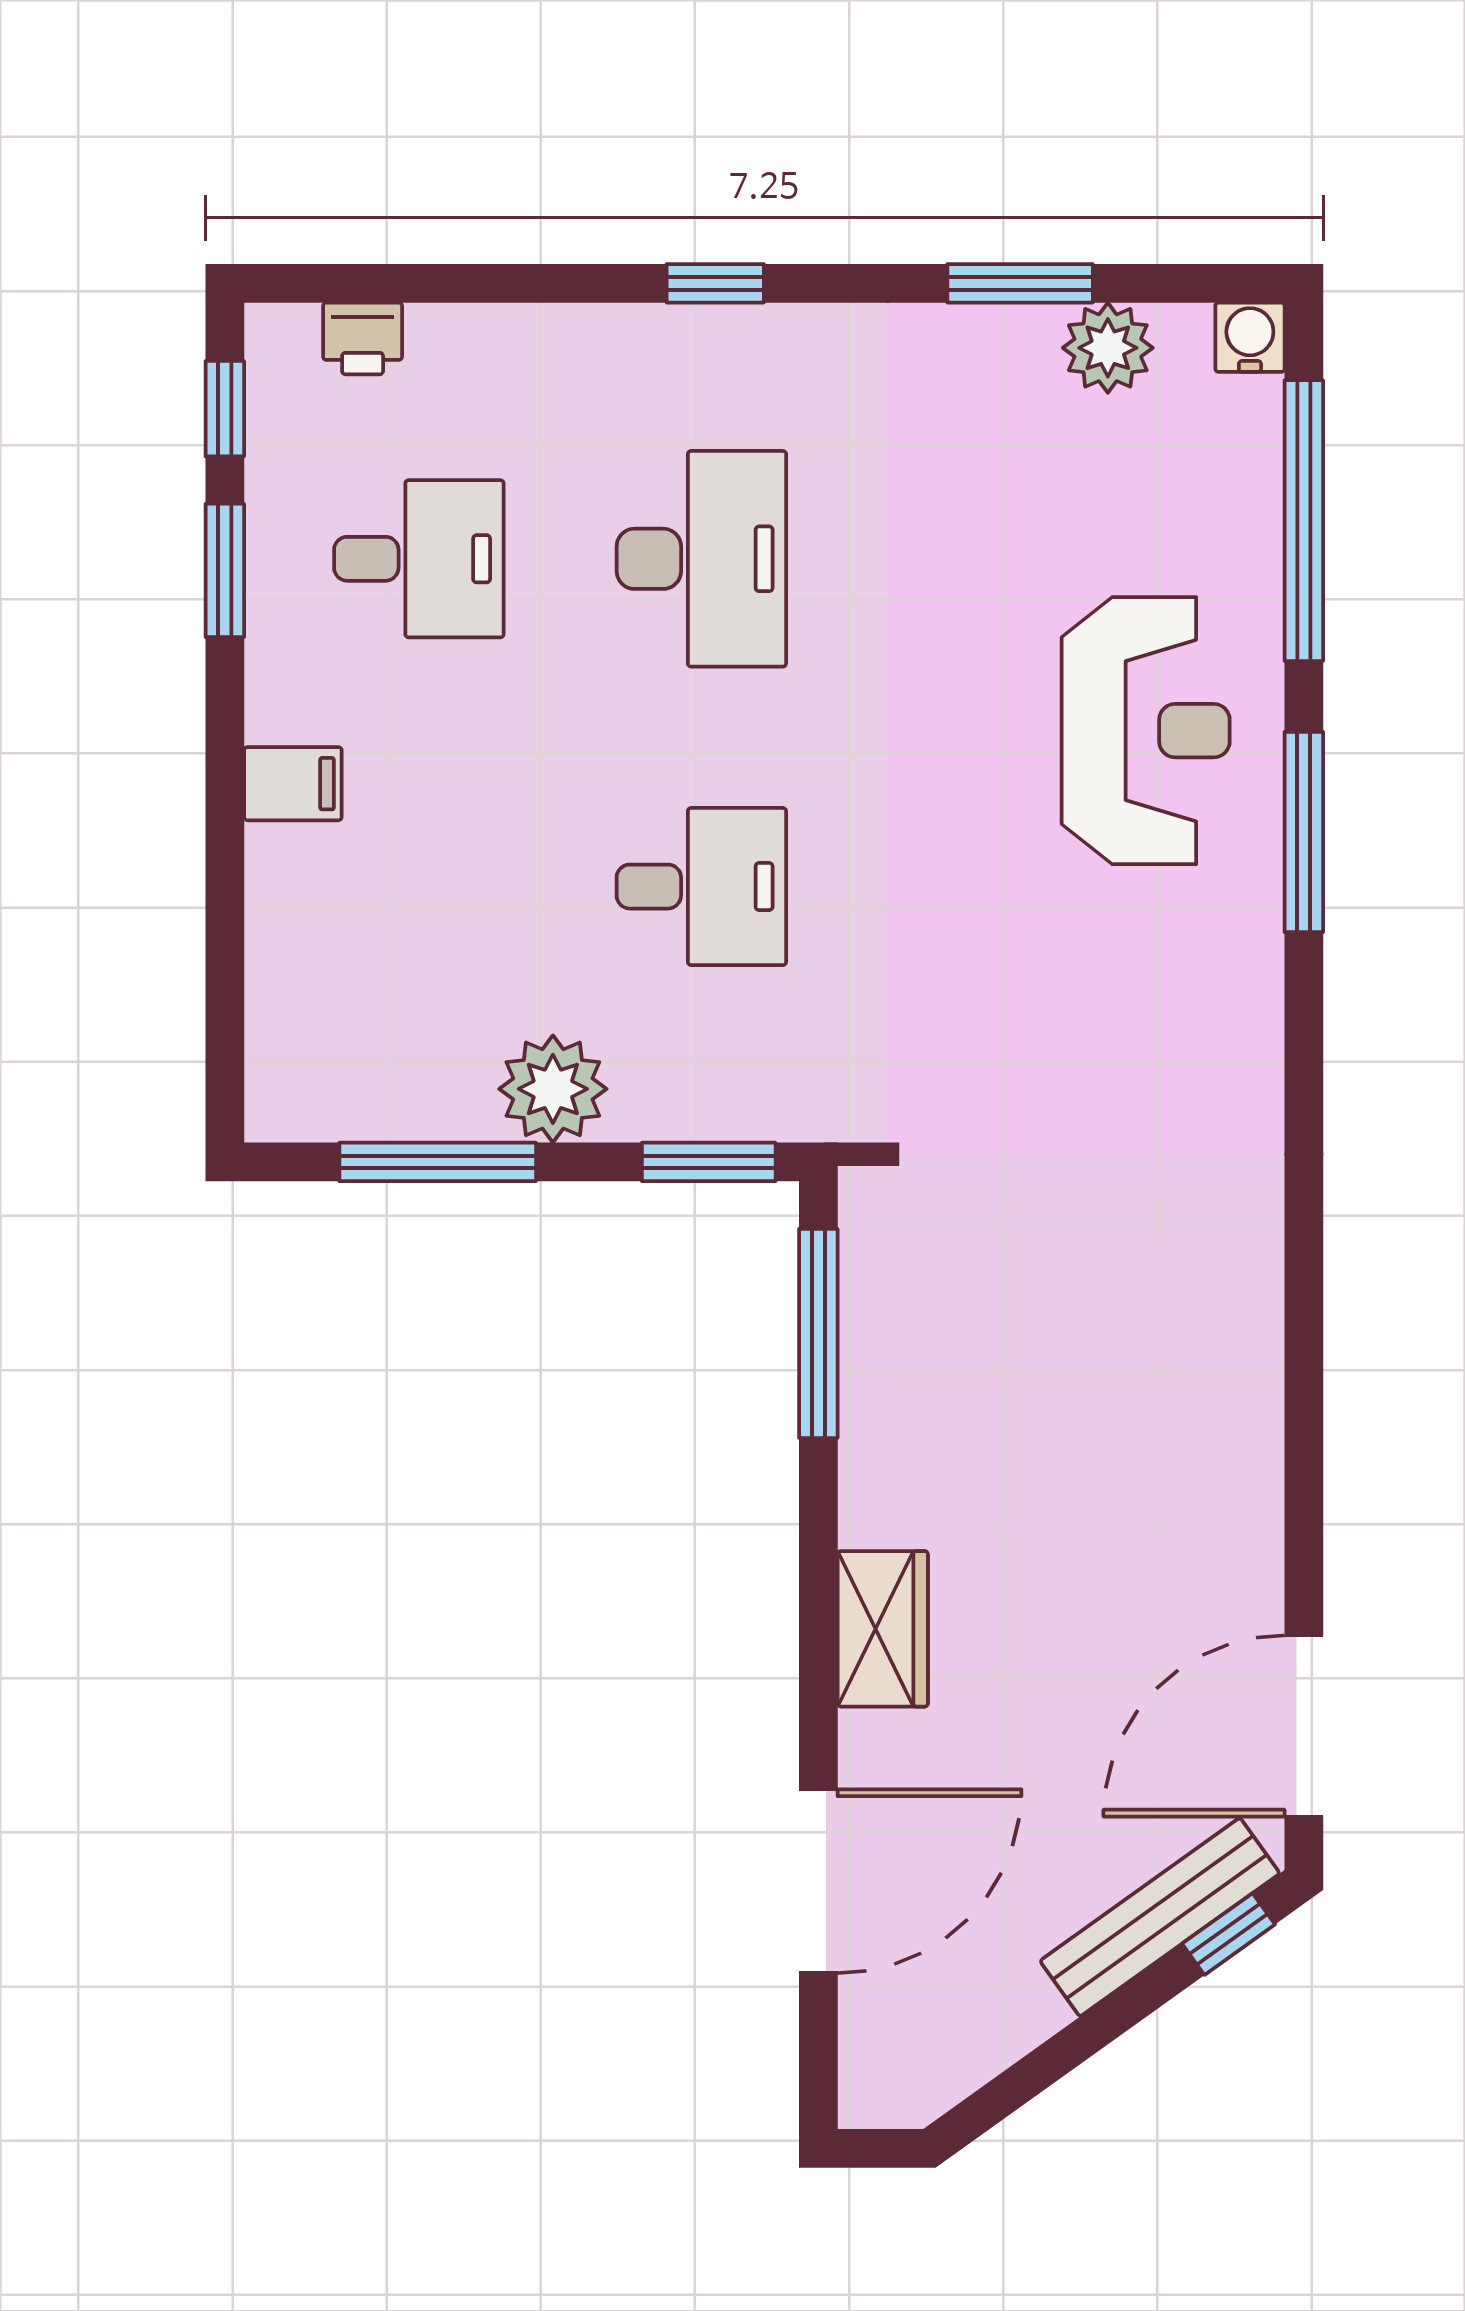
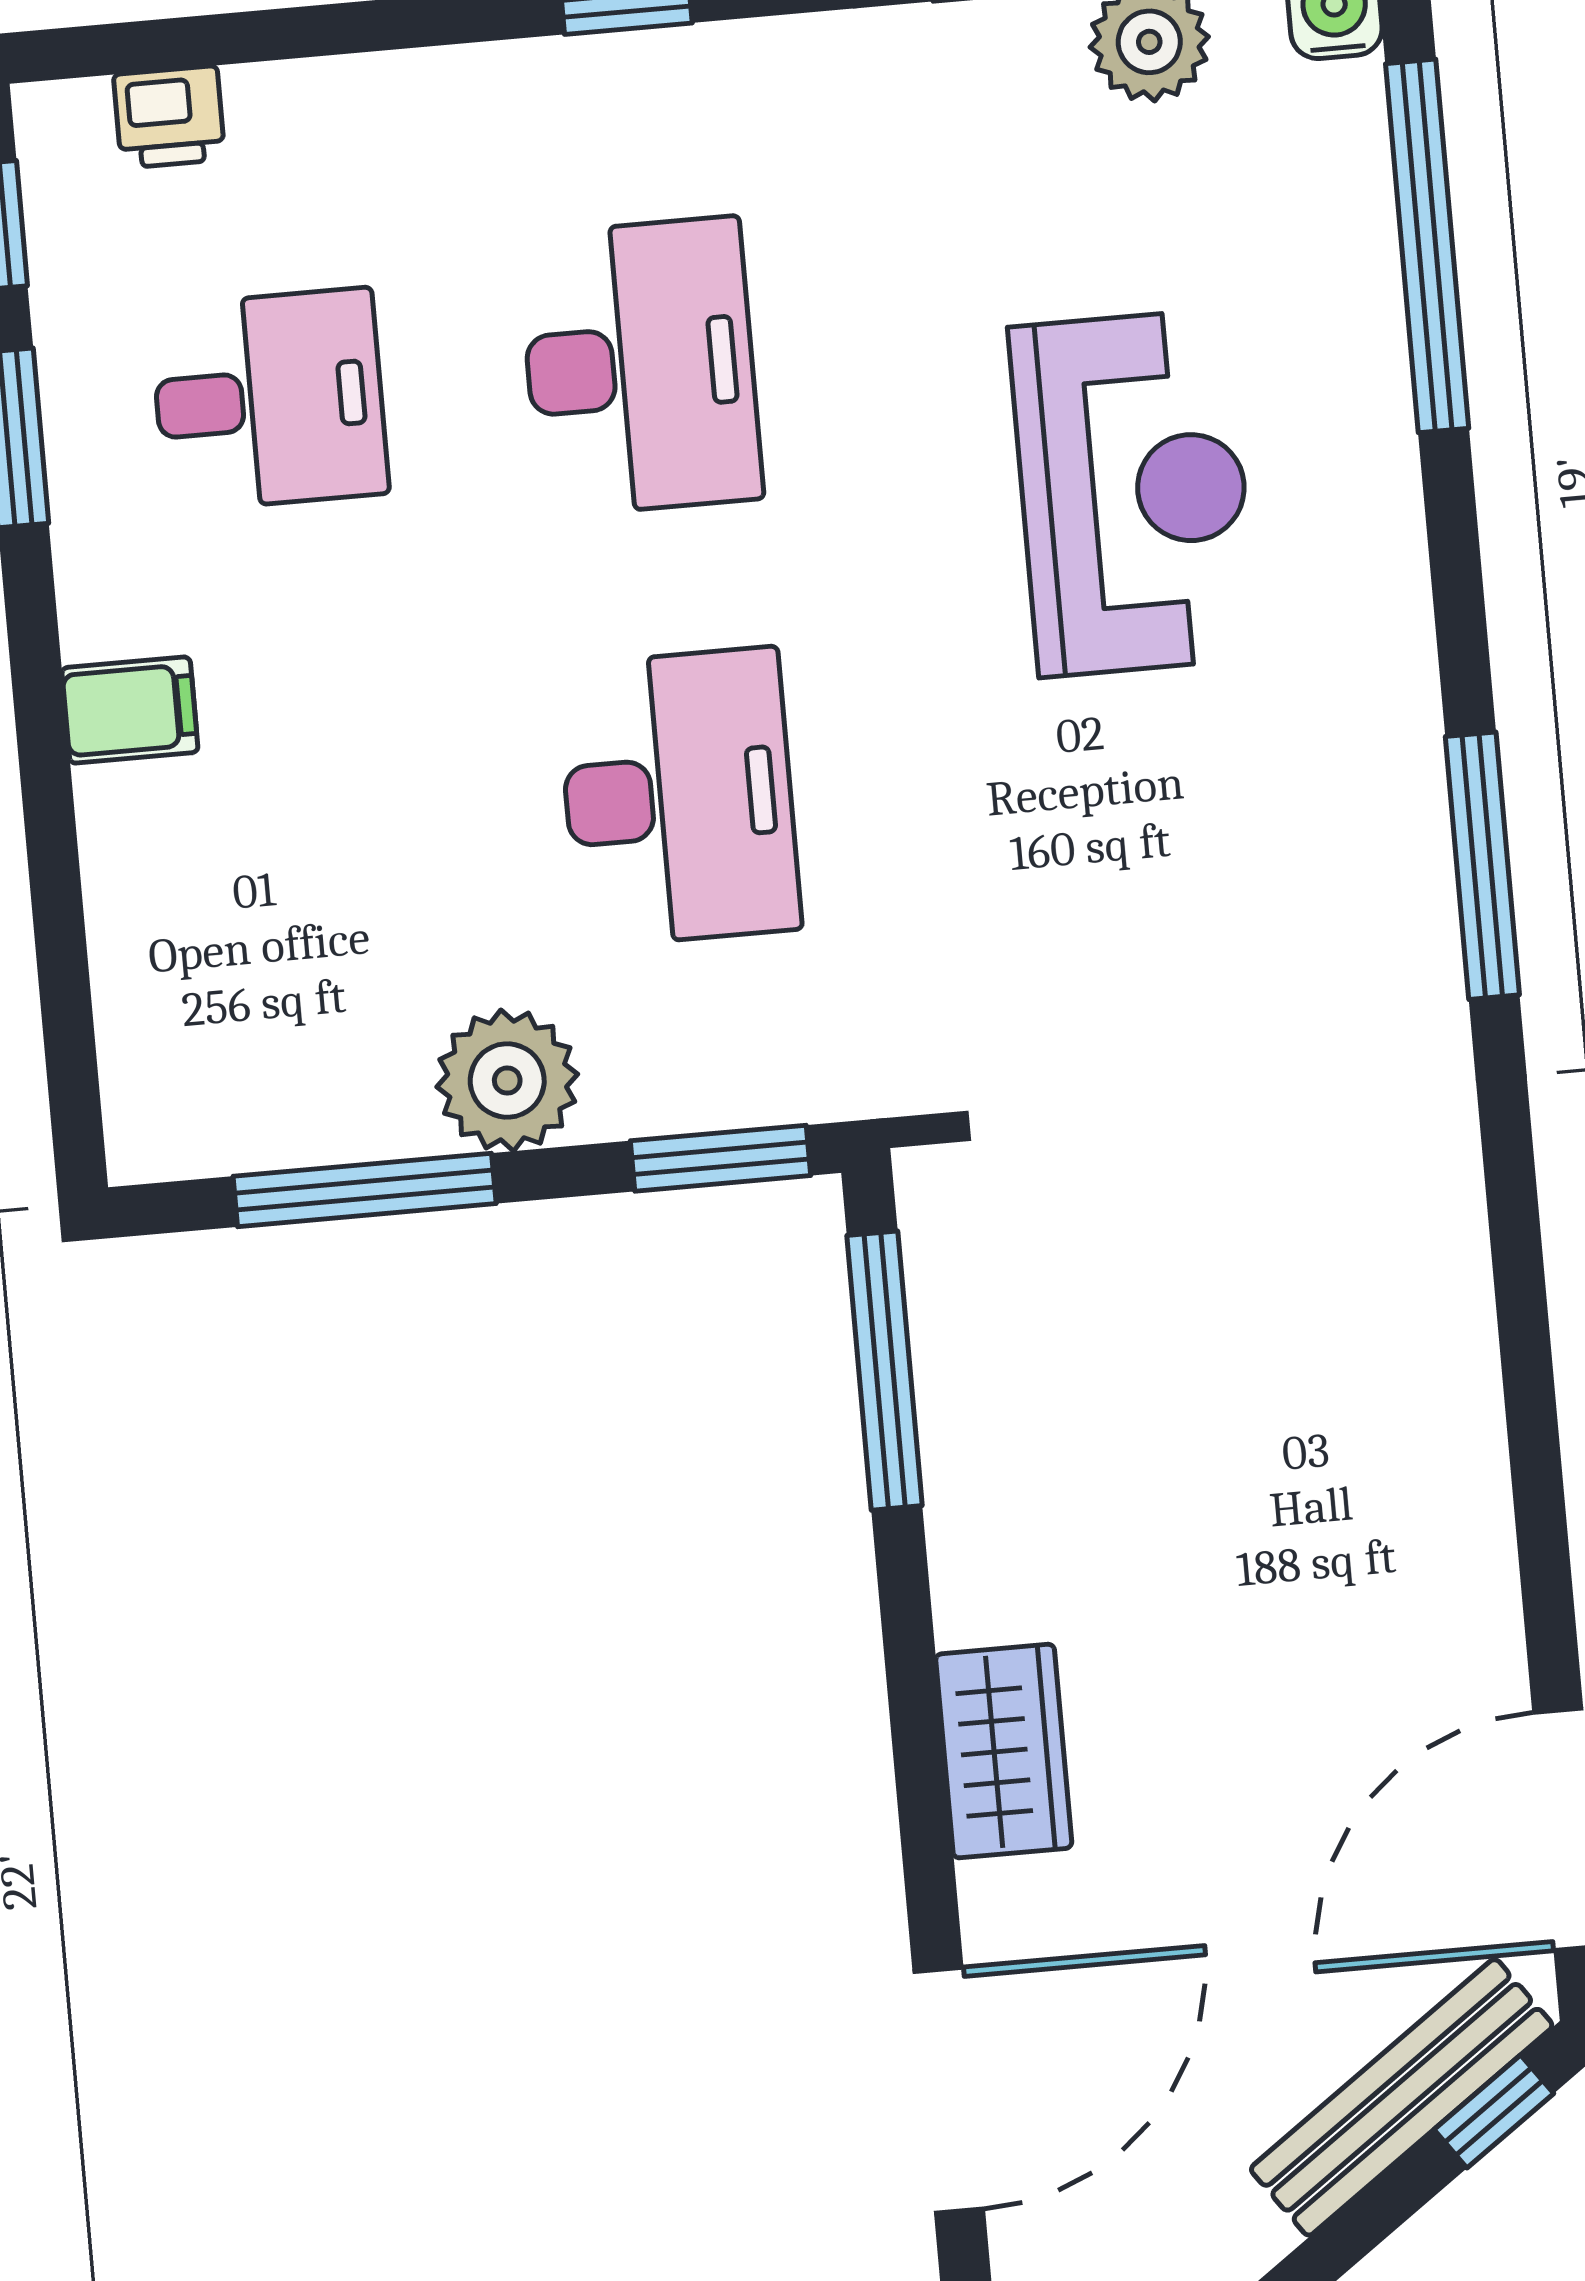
reception desk: (1146, 731) -> (1134, 493), moved
window: (1304, 832) -> (1482, 866), moved
desk: (701, 887) -> (679, 797), width x1.37

